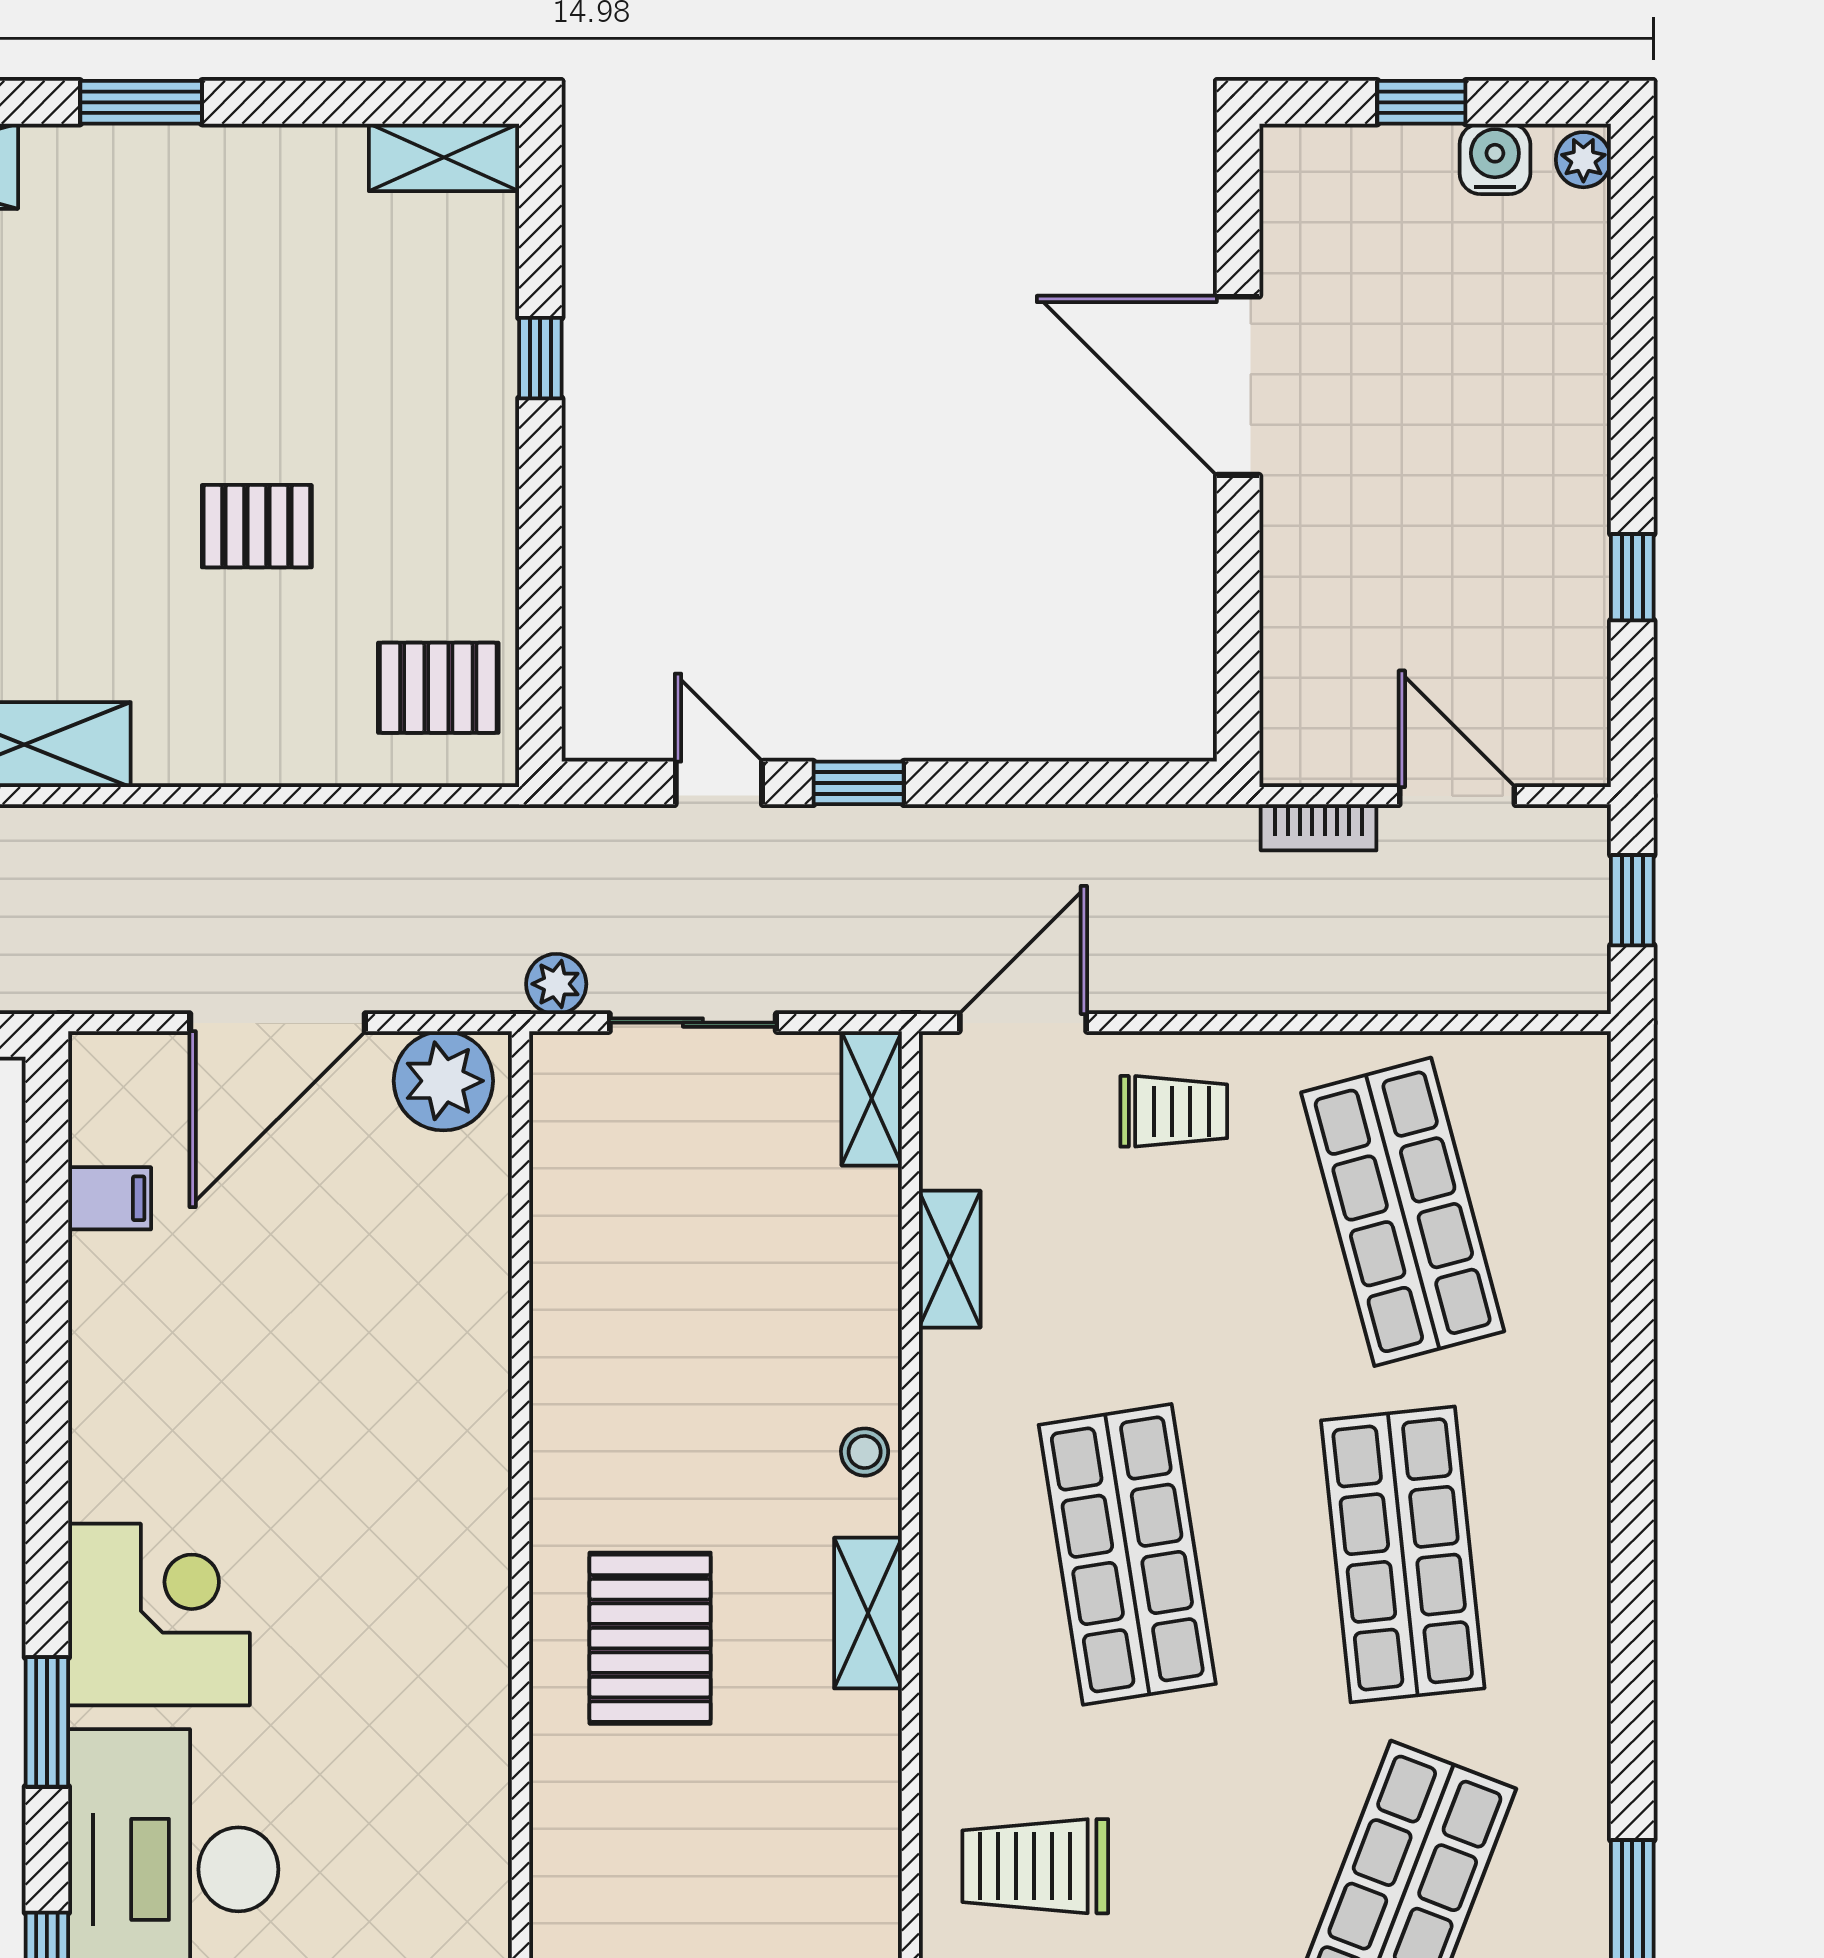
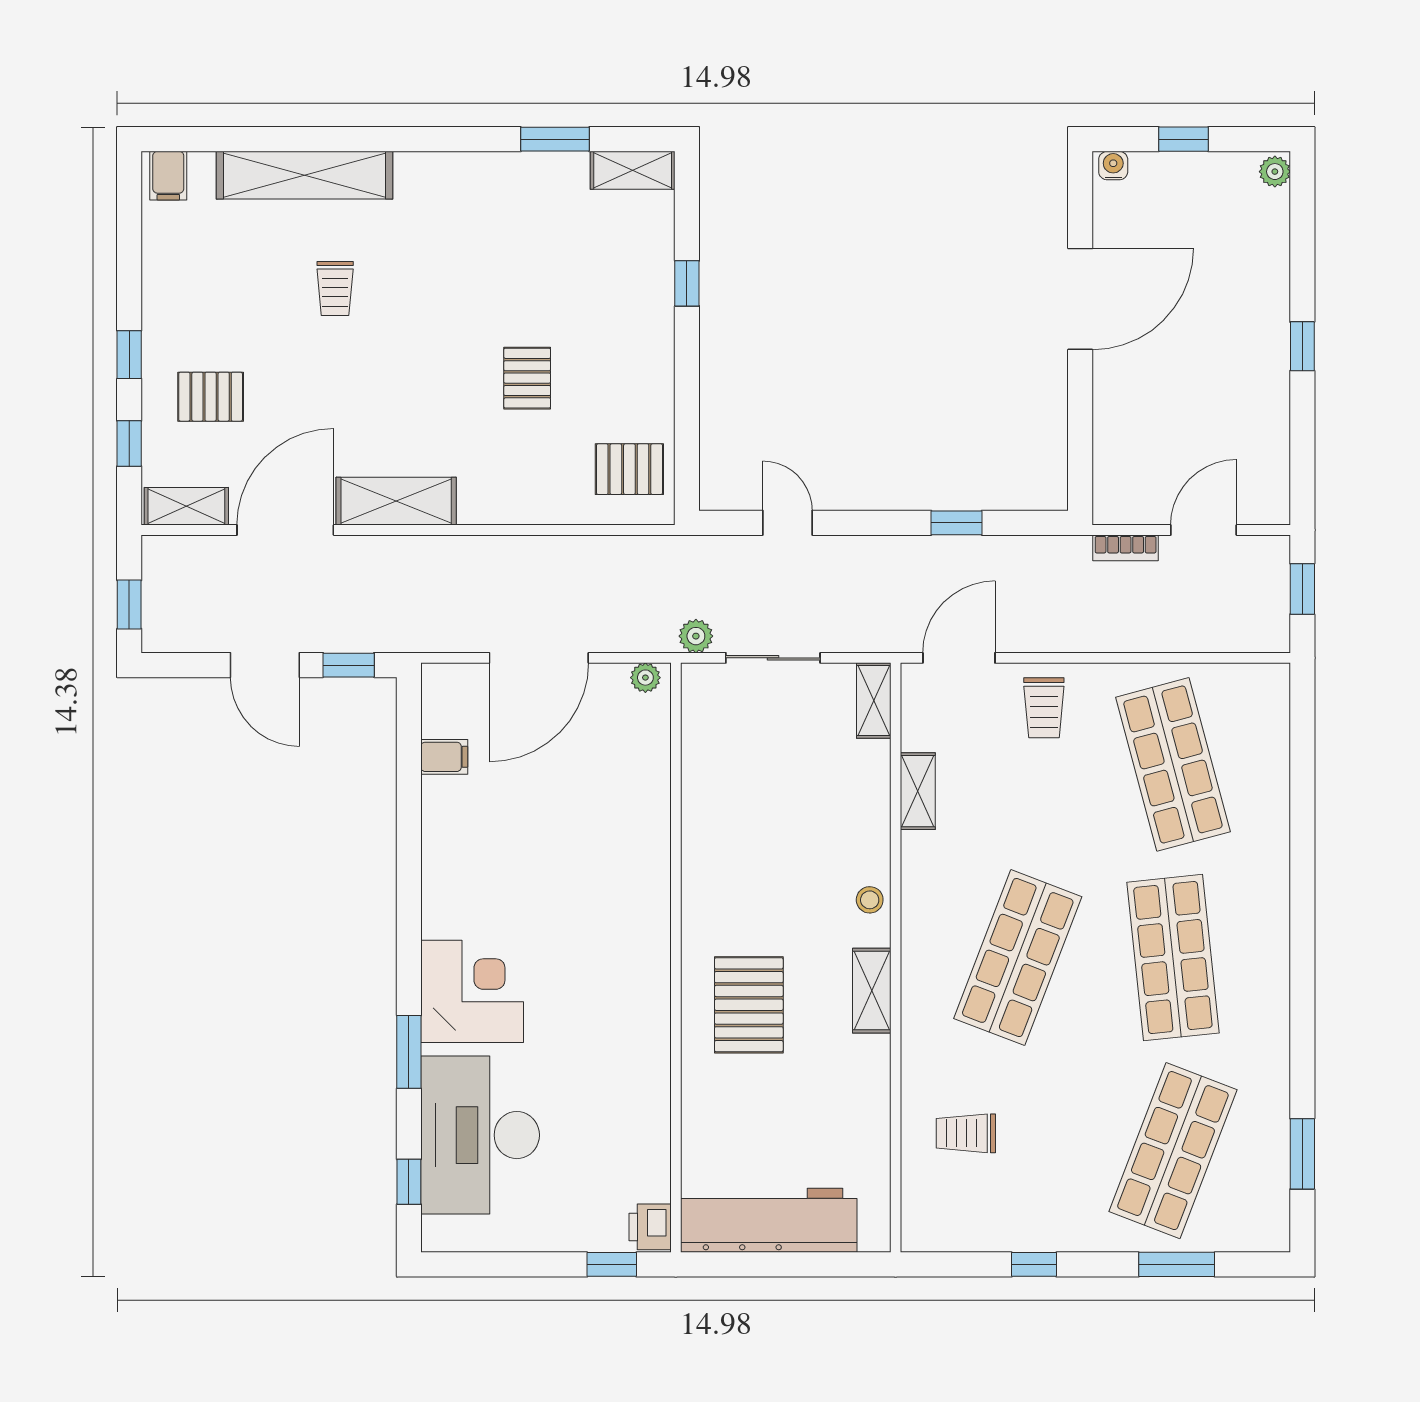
window: (141, 102) -> (555, 139), moved
water cooler: (1495, 159) -> (1113, 166), moved, width x0.72, depth x0.72
door: (1238, 386) -> (1080, 299), swing flipped
pallet: (257, 526) -> (527, 378), turned 90
window: (1632, 577) -> (1302, 346), moved
window: (859, 783) -> (956, 523), moved
door: (1457, 796) -> (1204, 530), hinge flipped
plant: (443, 1081) -> (645, 678), width x0.53, depth x0.53
trolley: (1174, 1111) -> (1044, 708), turned 90
shop shelf: (1127, 1554) -> (1018, 958), turned 30
trolley: (1035, 1866) -> (966, 1133), width x0.73, depth x0.72

